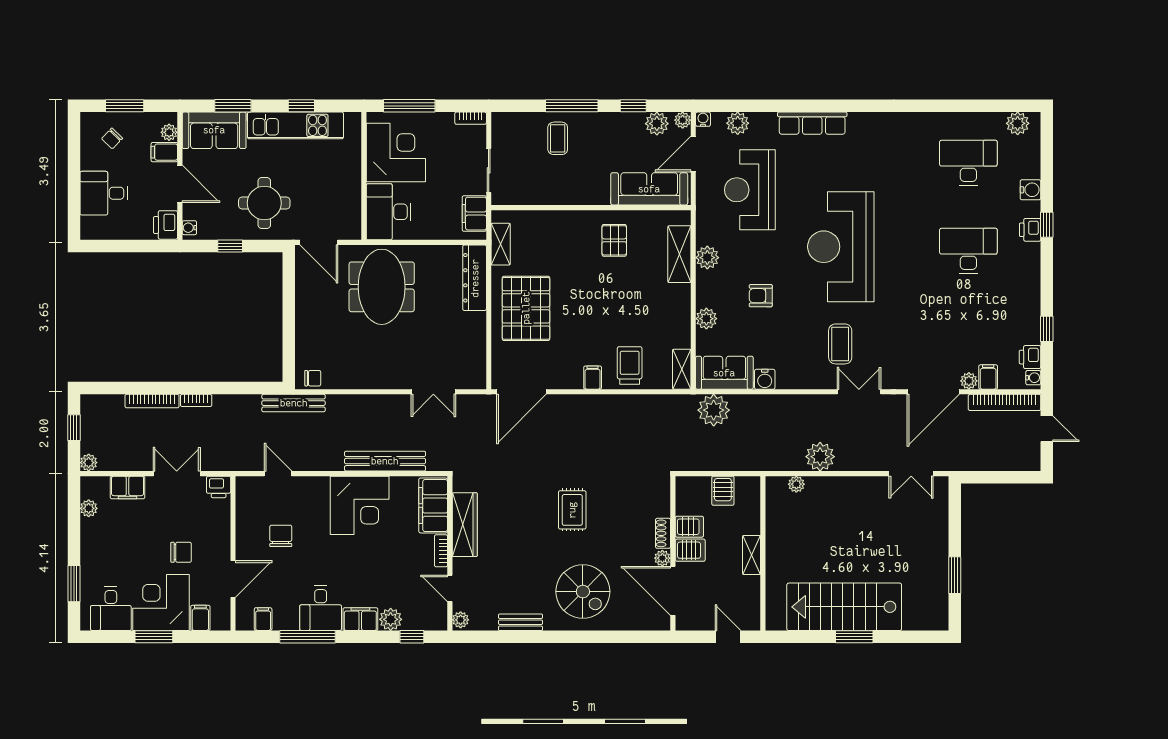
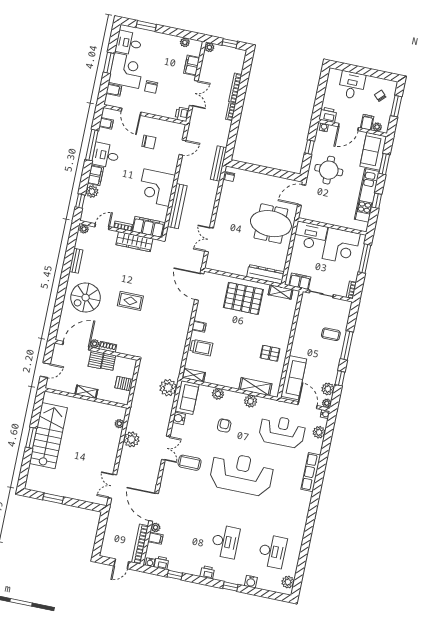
printer: (1030, 230) -> (207, 572), moved
double door: (859, 392) -> (166, 448), moved

